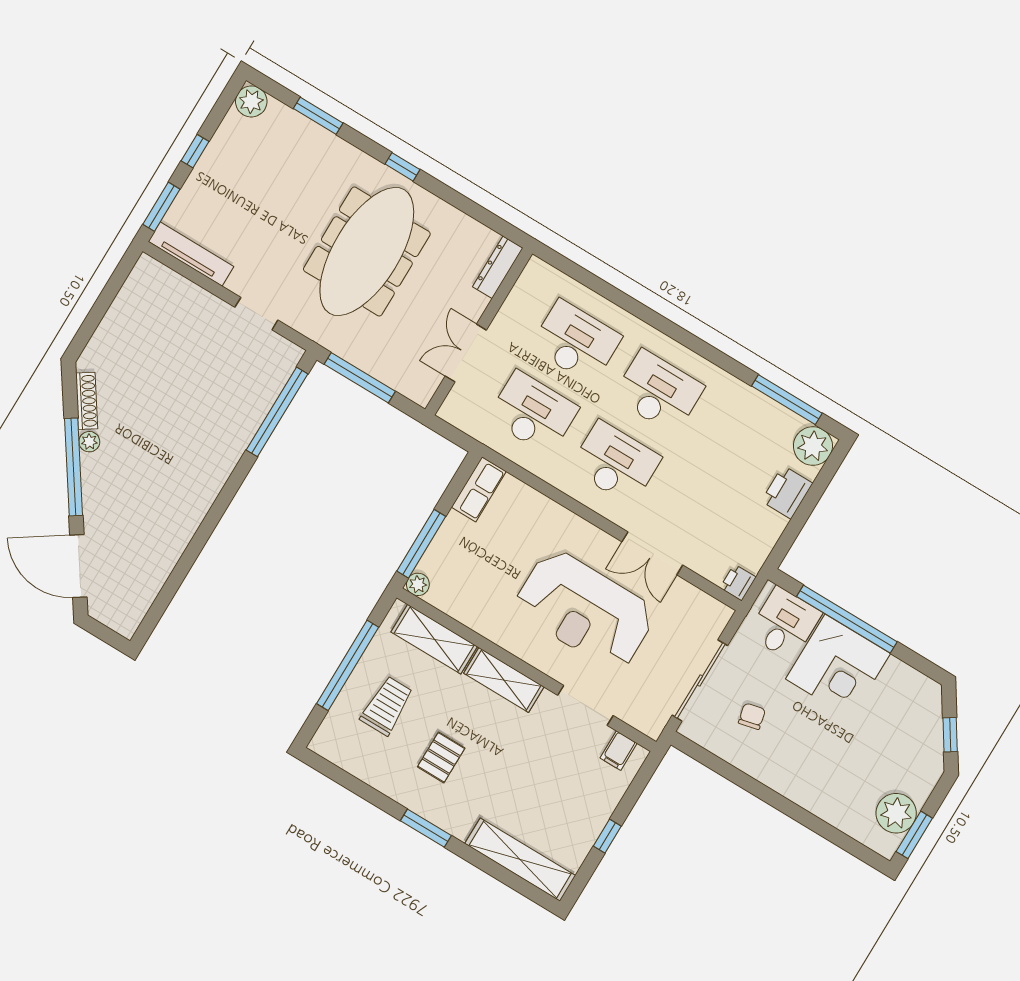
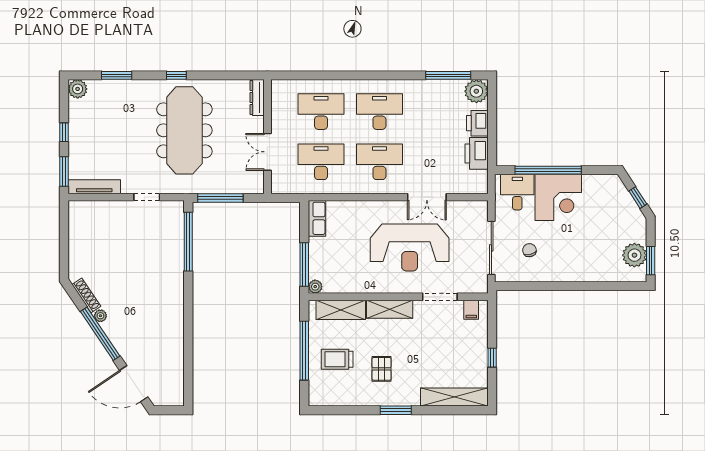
printer: (738, 582) -> (477, 153), moved, width x1.87, depth x1.48
trolley: (387, 706) -> (337, 359), turned -90

